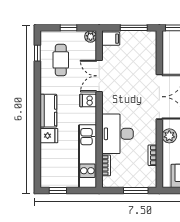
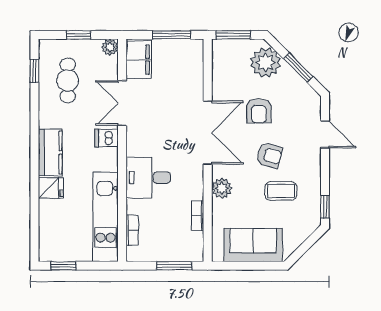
filing cabinet: (111, 39) -> (139, 60), width x2.00
desk: (117, 134) -> (148, 178), width x0.73

